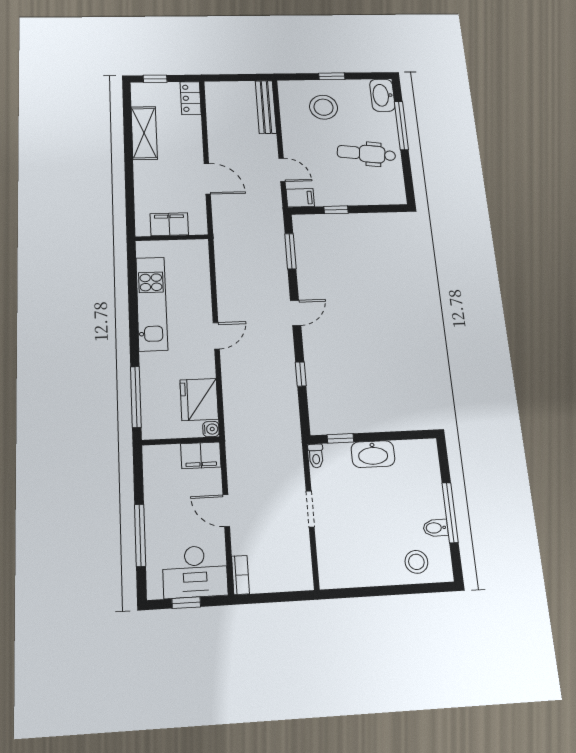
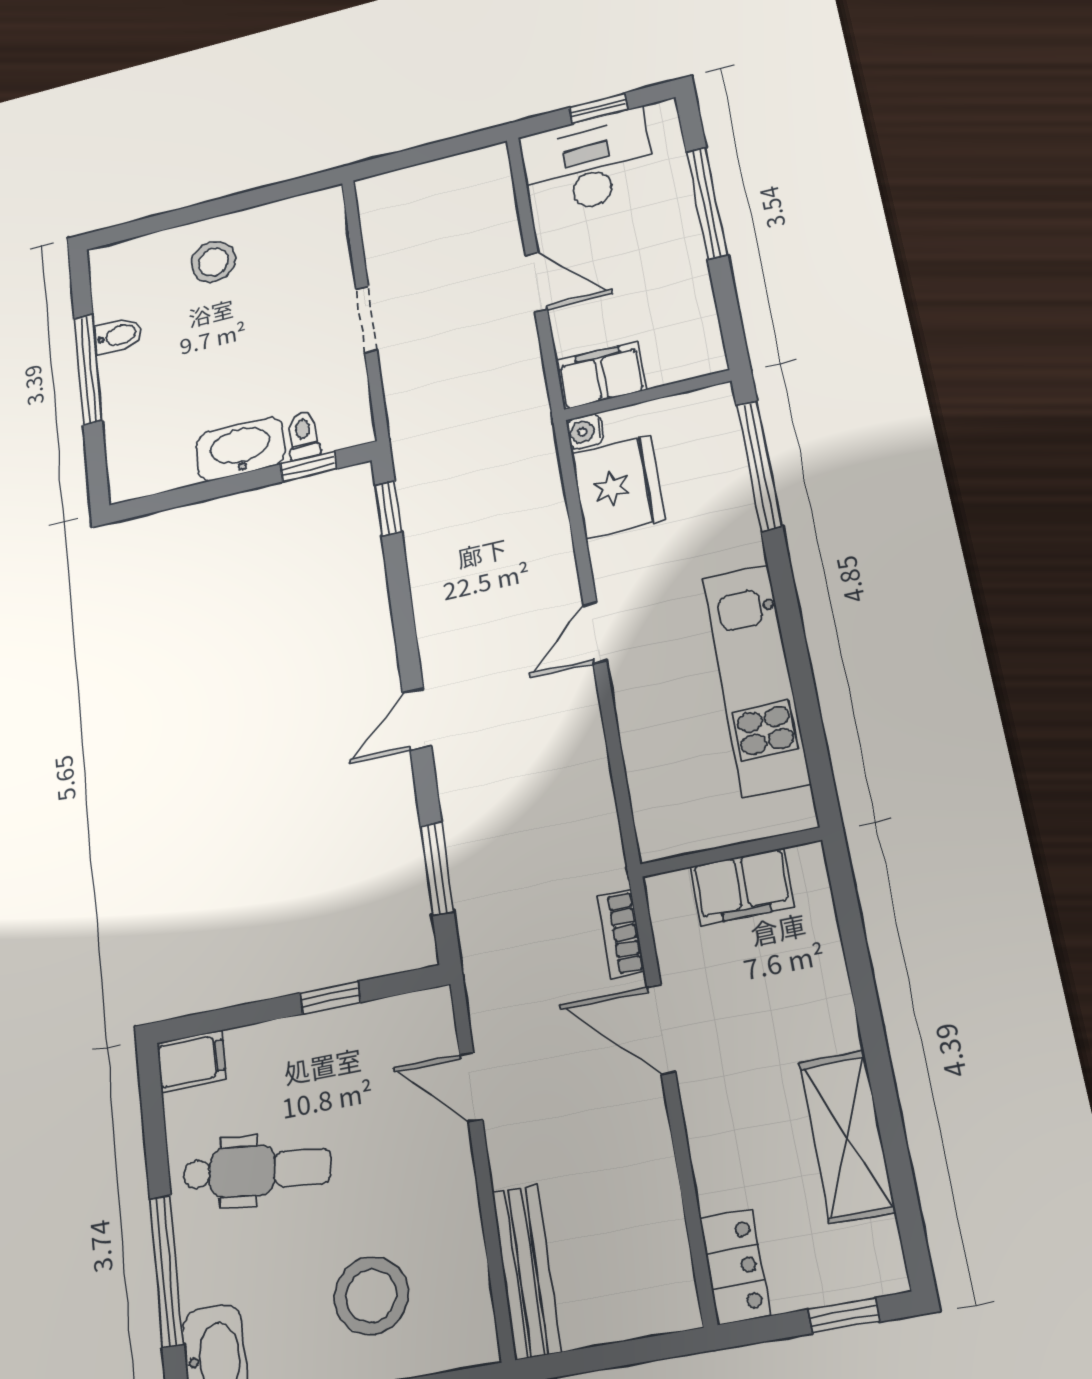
filing cabinet: (300, 198) -> (191, 1061), moved, turned 180
window: (301, 374) -> (388, 508), moved
toilet: (316, 456) -> (303, 435), moved
stool: (416, 562) -> (213, 262), moved
bookcase: (240, 575) -> (621, 934), moved

